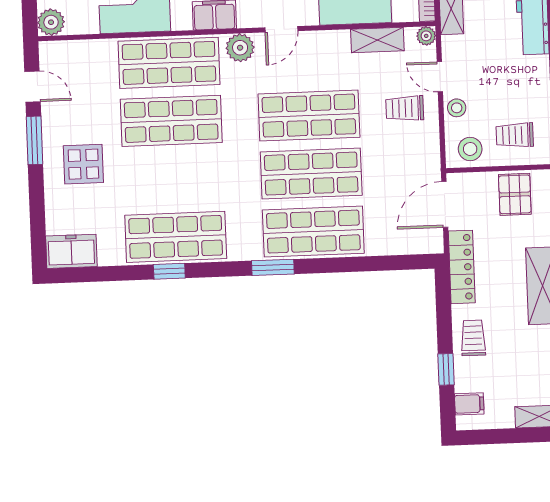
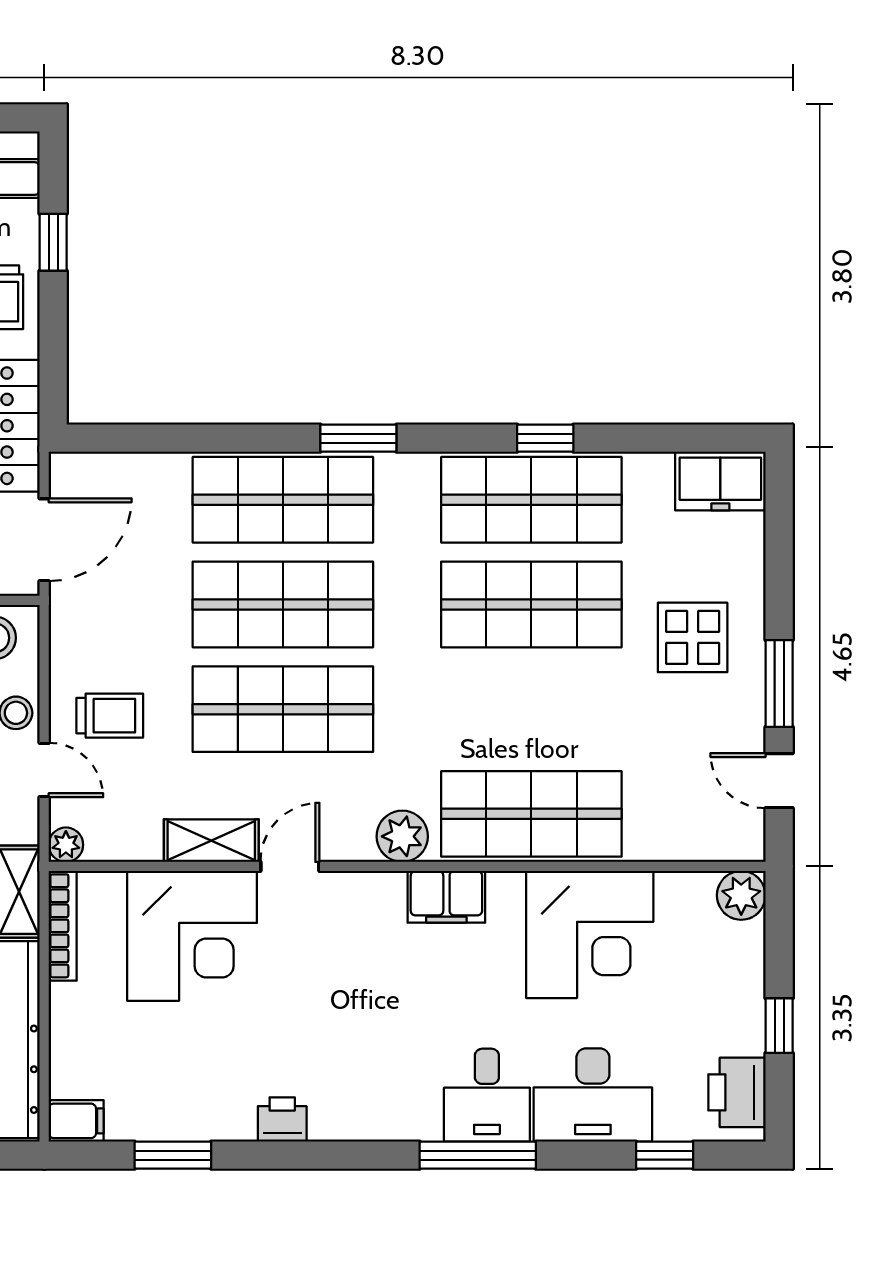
door: (281, 29) -> (290, 866), moved
shelving: (377, 40) -> (211, 841), moved
shop shelf: (171, 121) -> (531, 604), moved

